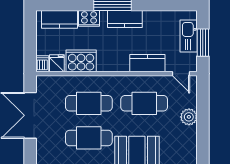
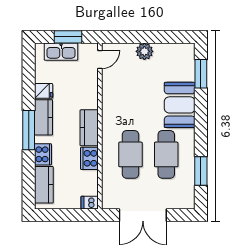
cooker: (81, 61) -> (89, 158), width x0.73, depth x0.76
fridge: (57, 63) -> (44, 91), moved, turned 180
kitchen counter: (147, 63) -> (89, 128), moved
cafe table: (144, 103) -> (130, 97), removed

